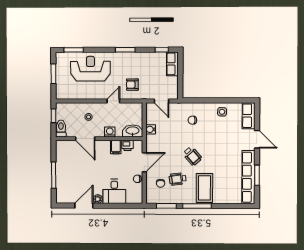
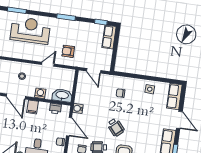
water cooler: (151, 129) -> (78, 108), moved
filing cabinet: (116, 147) -> (32, 107), moved
door: (144, 162) -> (69, 127), hinge flipped

